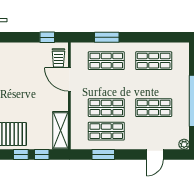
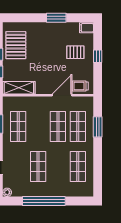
window: (47, 37) -> (98, 56), moved
pallet: (18, 64) -> (75, 52), added
shop shelf: (106, 108) -> (58, 126), moved

